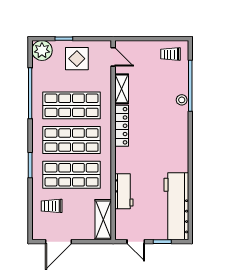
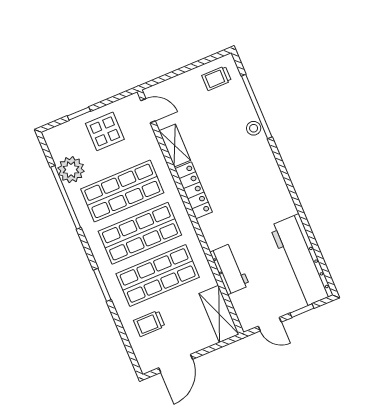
plant: (42, 50) -> (71, 170), moved

